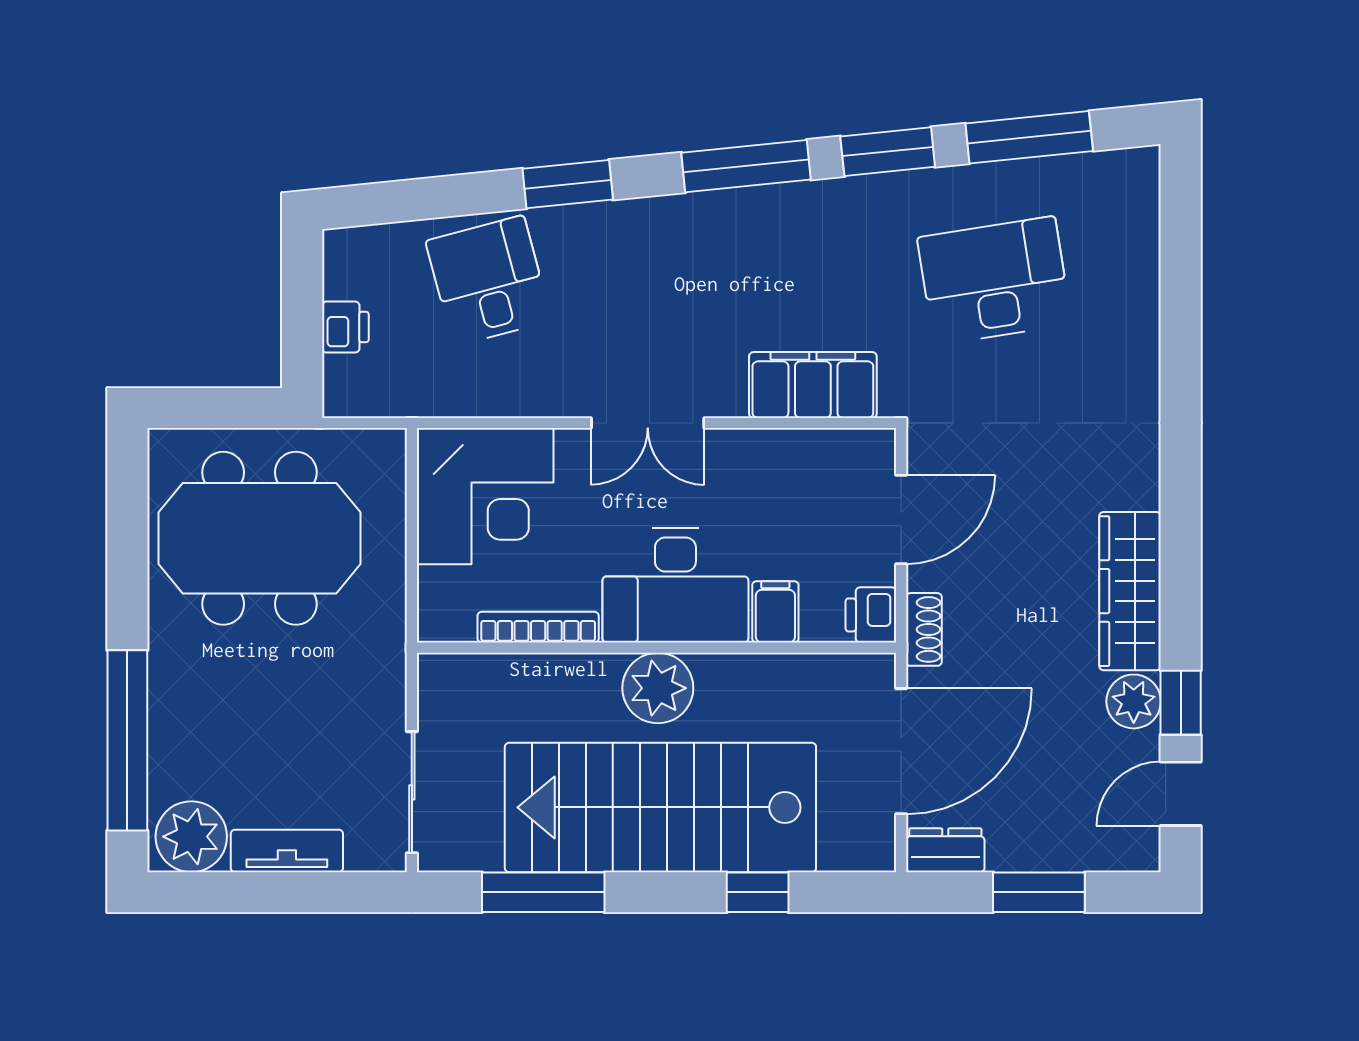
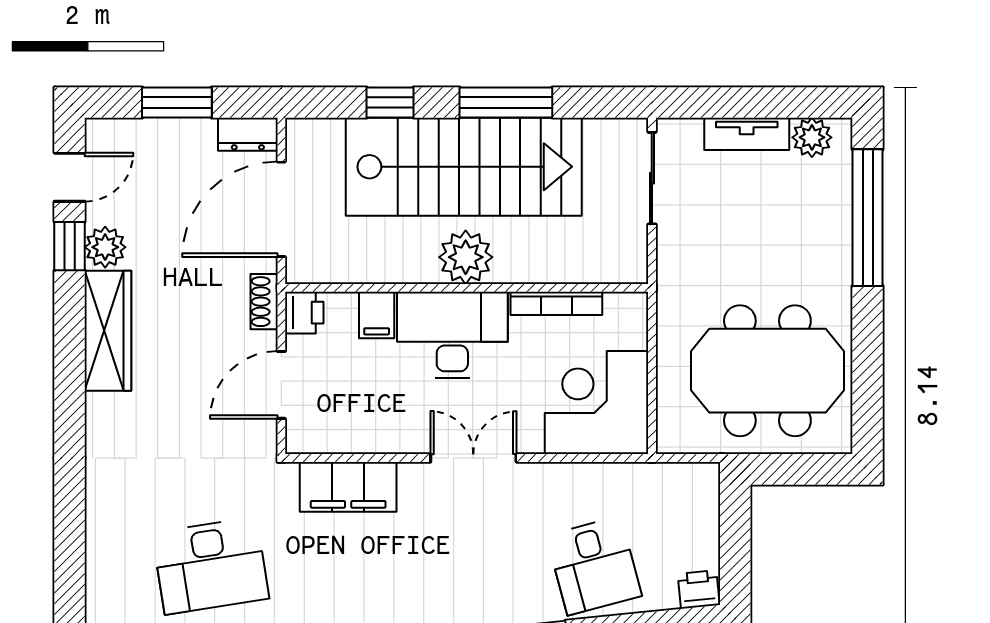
printer: (345, 327) -> (699, 589), moved, turned 84
plant: (191, 837) -> (812, 137), width x0.73, depth x0.73
window: (543, 892) -> (506, 102), moved

